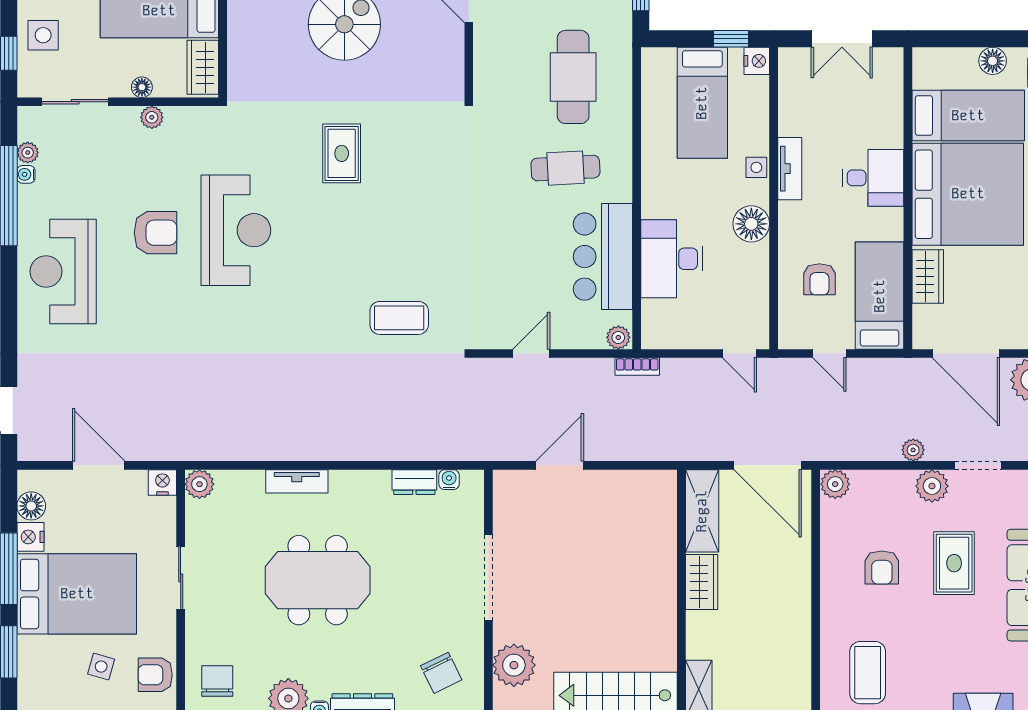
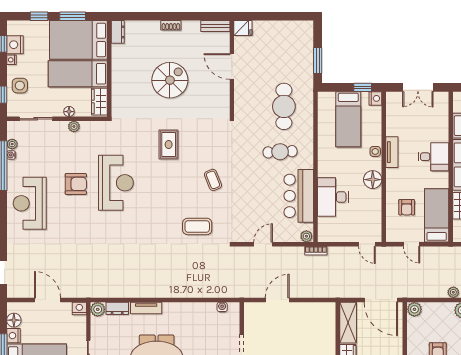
coffee table: (431, 224) -> (213, 180), added
dresser: (414, 482) -> (117, 308), moved

